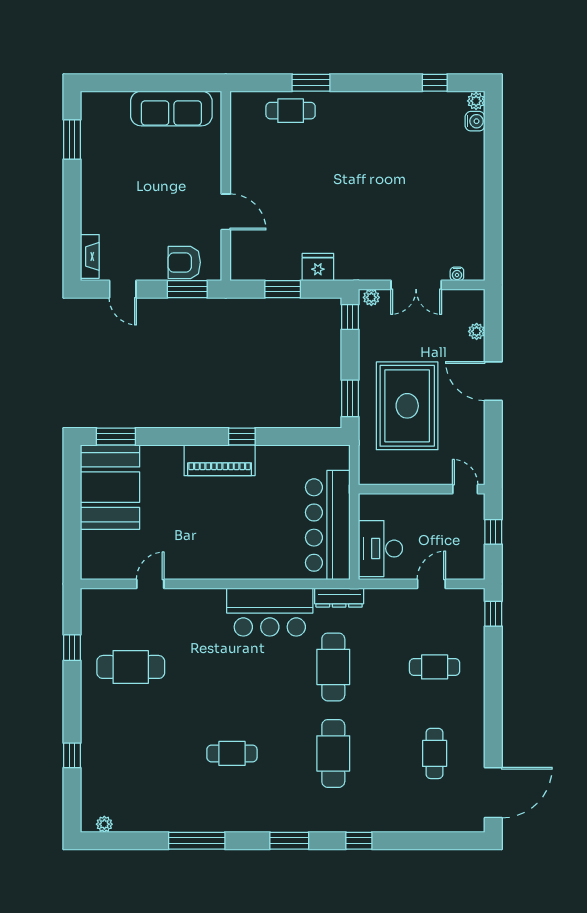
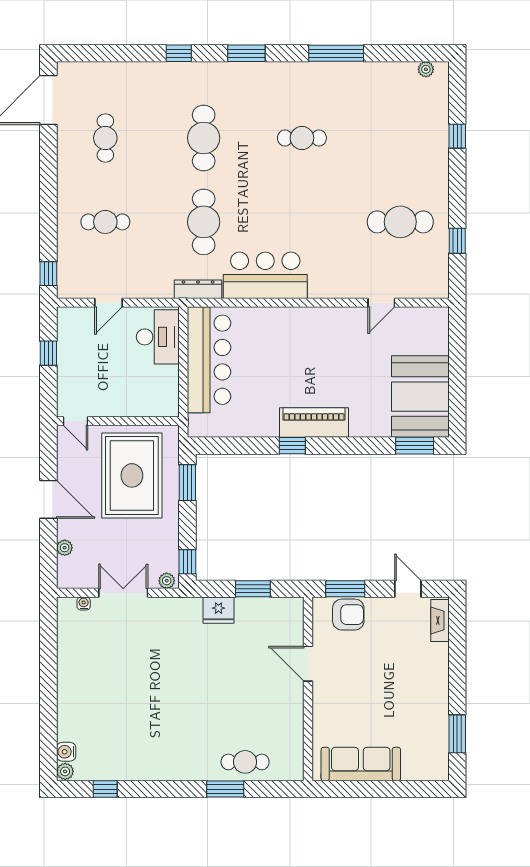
wall: (422, 489) -> (118, 421), moved
door: (465, 489) -> (76, 421), moved

